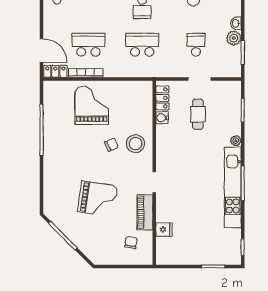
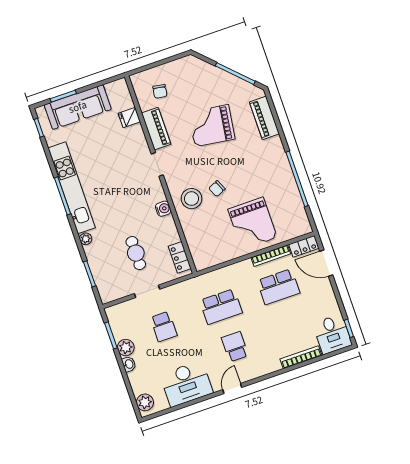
water cooler: (162, 118) -> (163, 209), moved
piano: (51, 190) -> (264, 118), added
sofa: (204, 253) -> (78, 107), added

